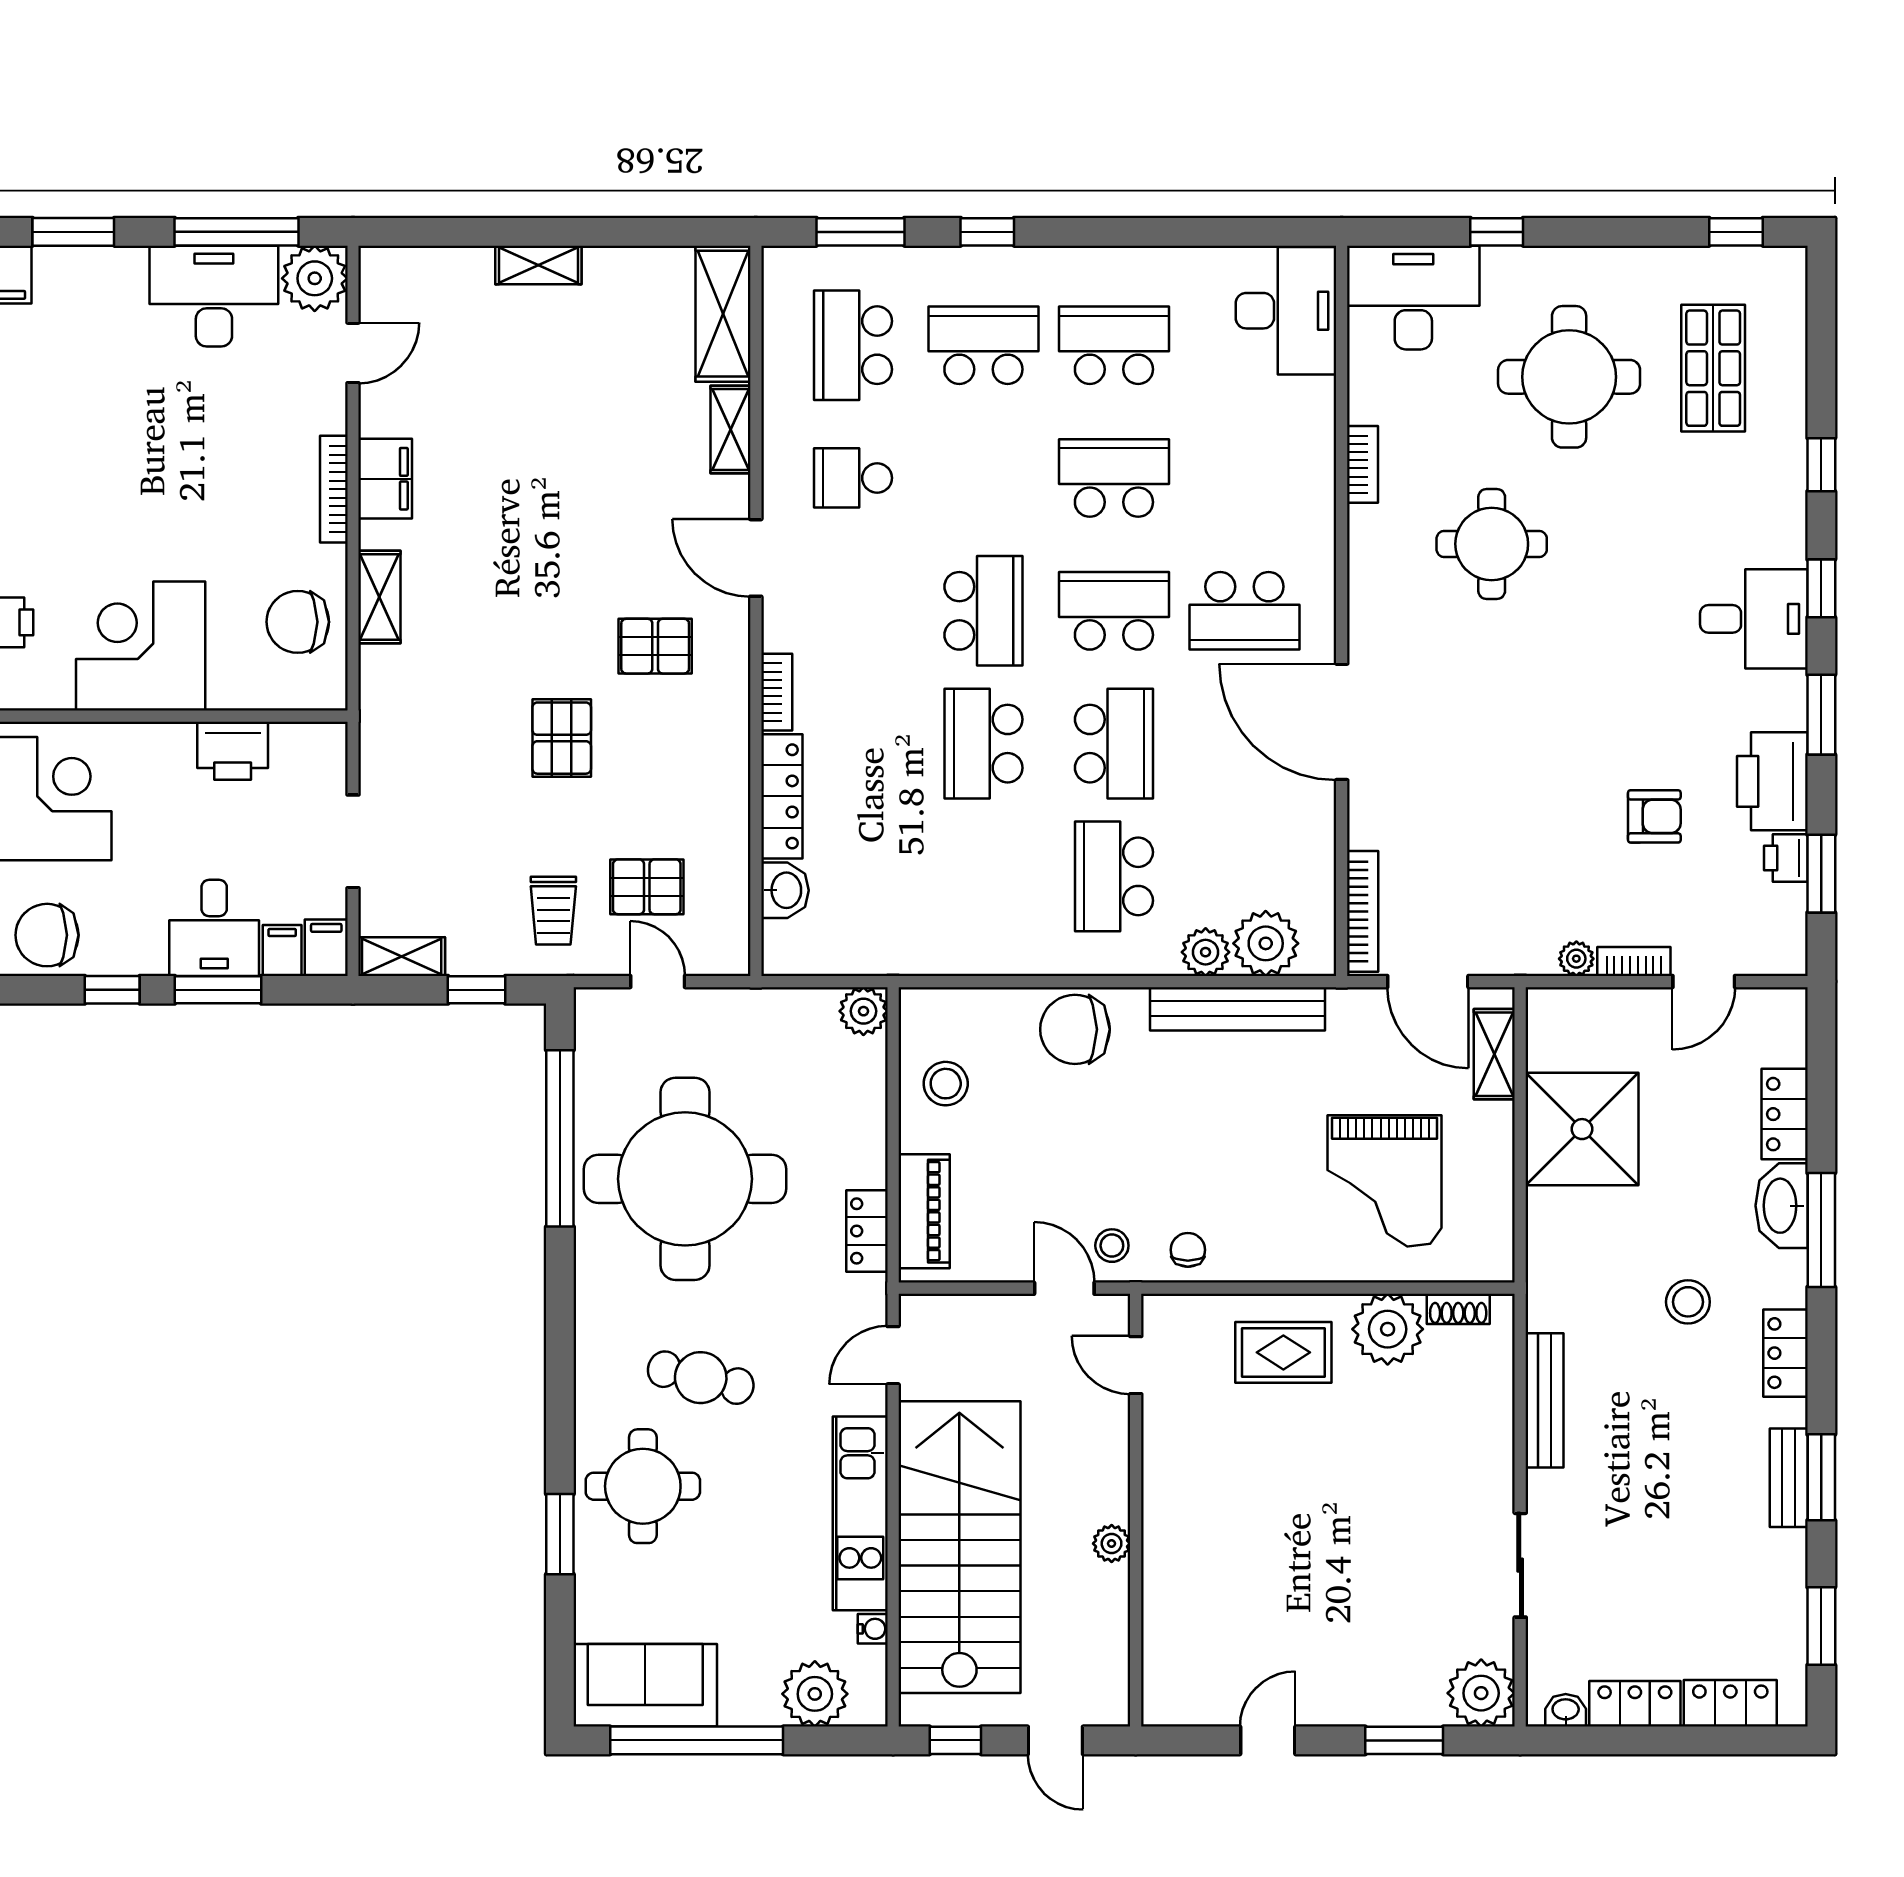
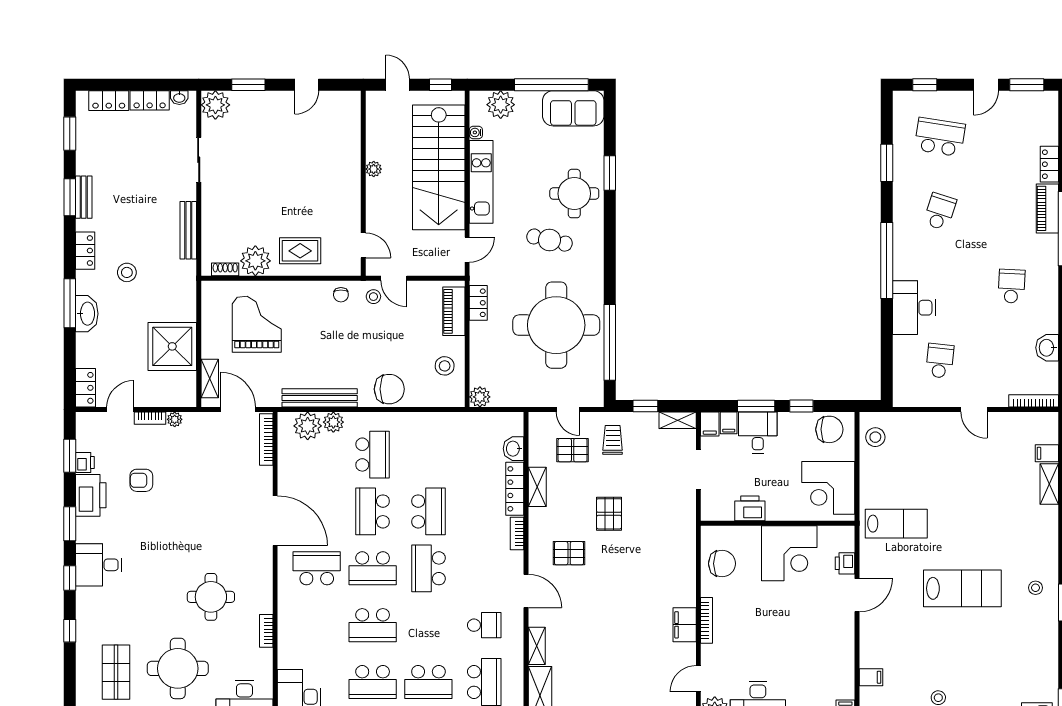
shelving: (379, 597) -> (537, 487), moved
locker: (1785, 1114) -> (85, 388), moved

